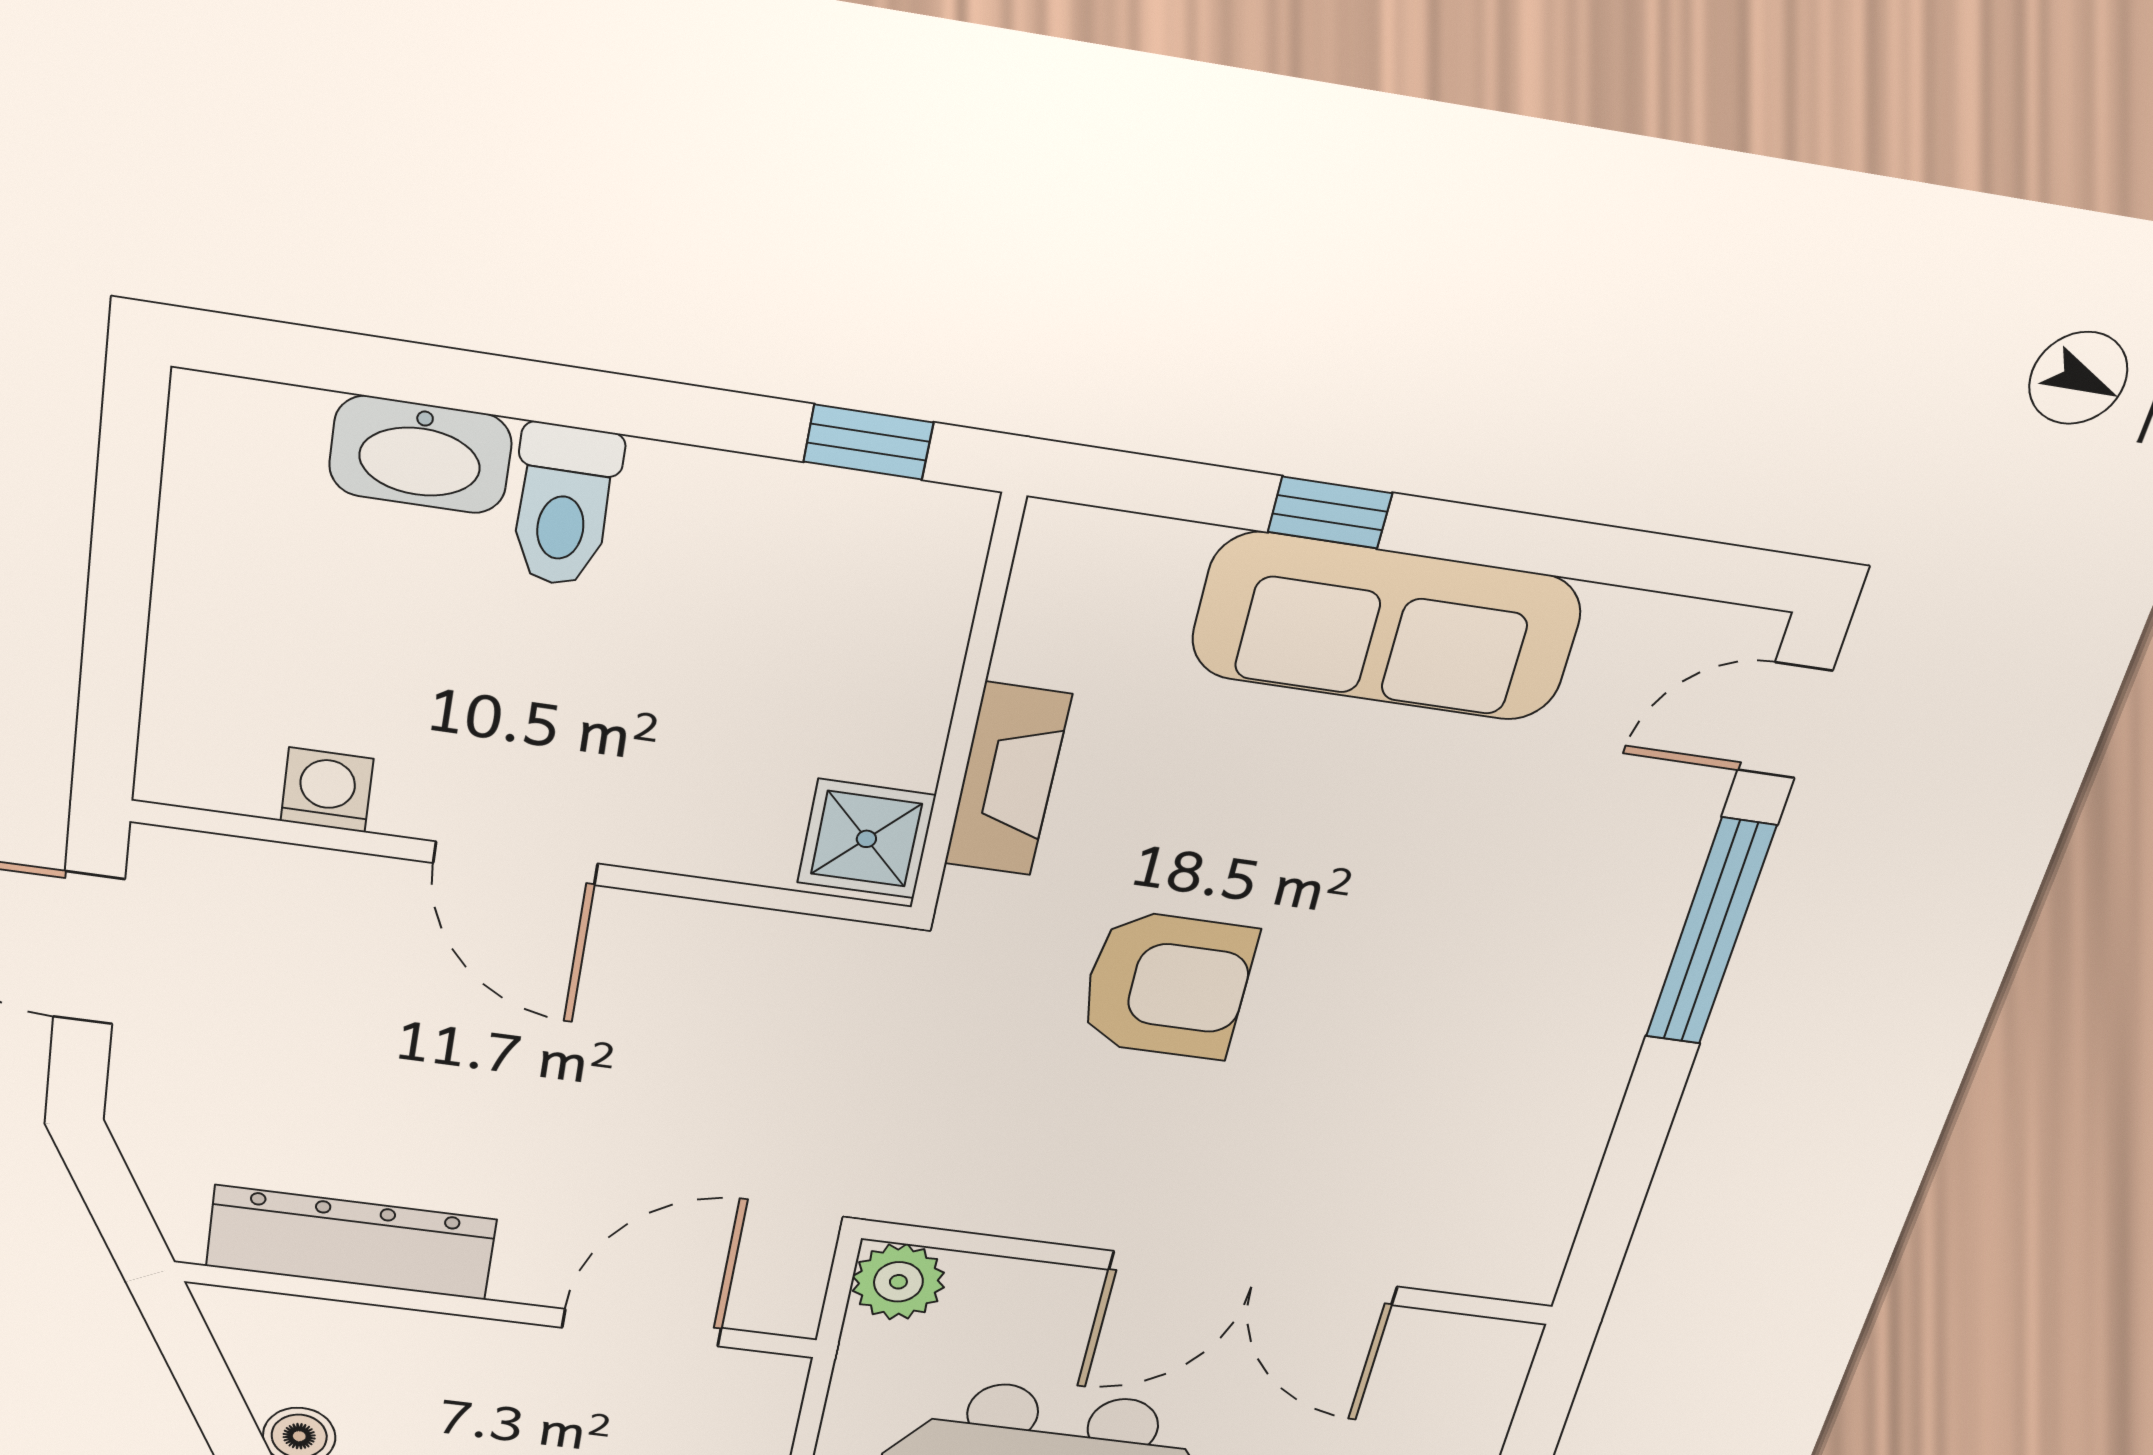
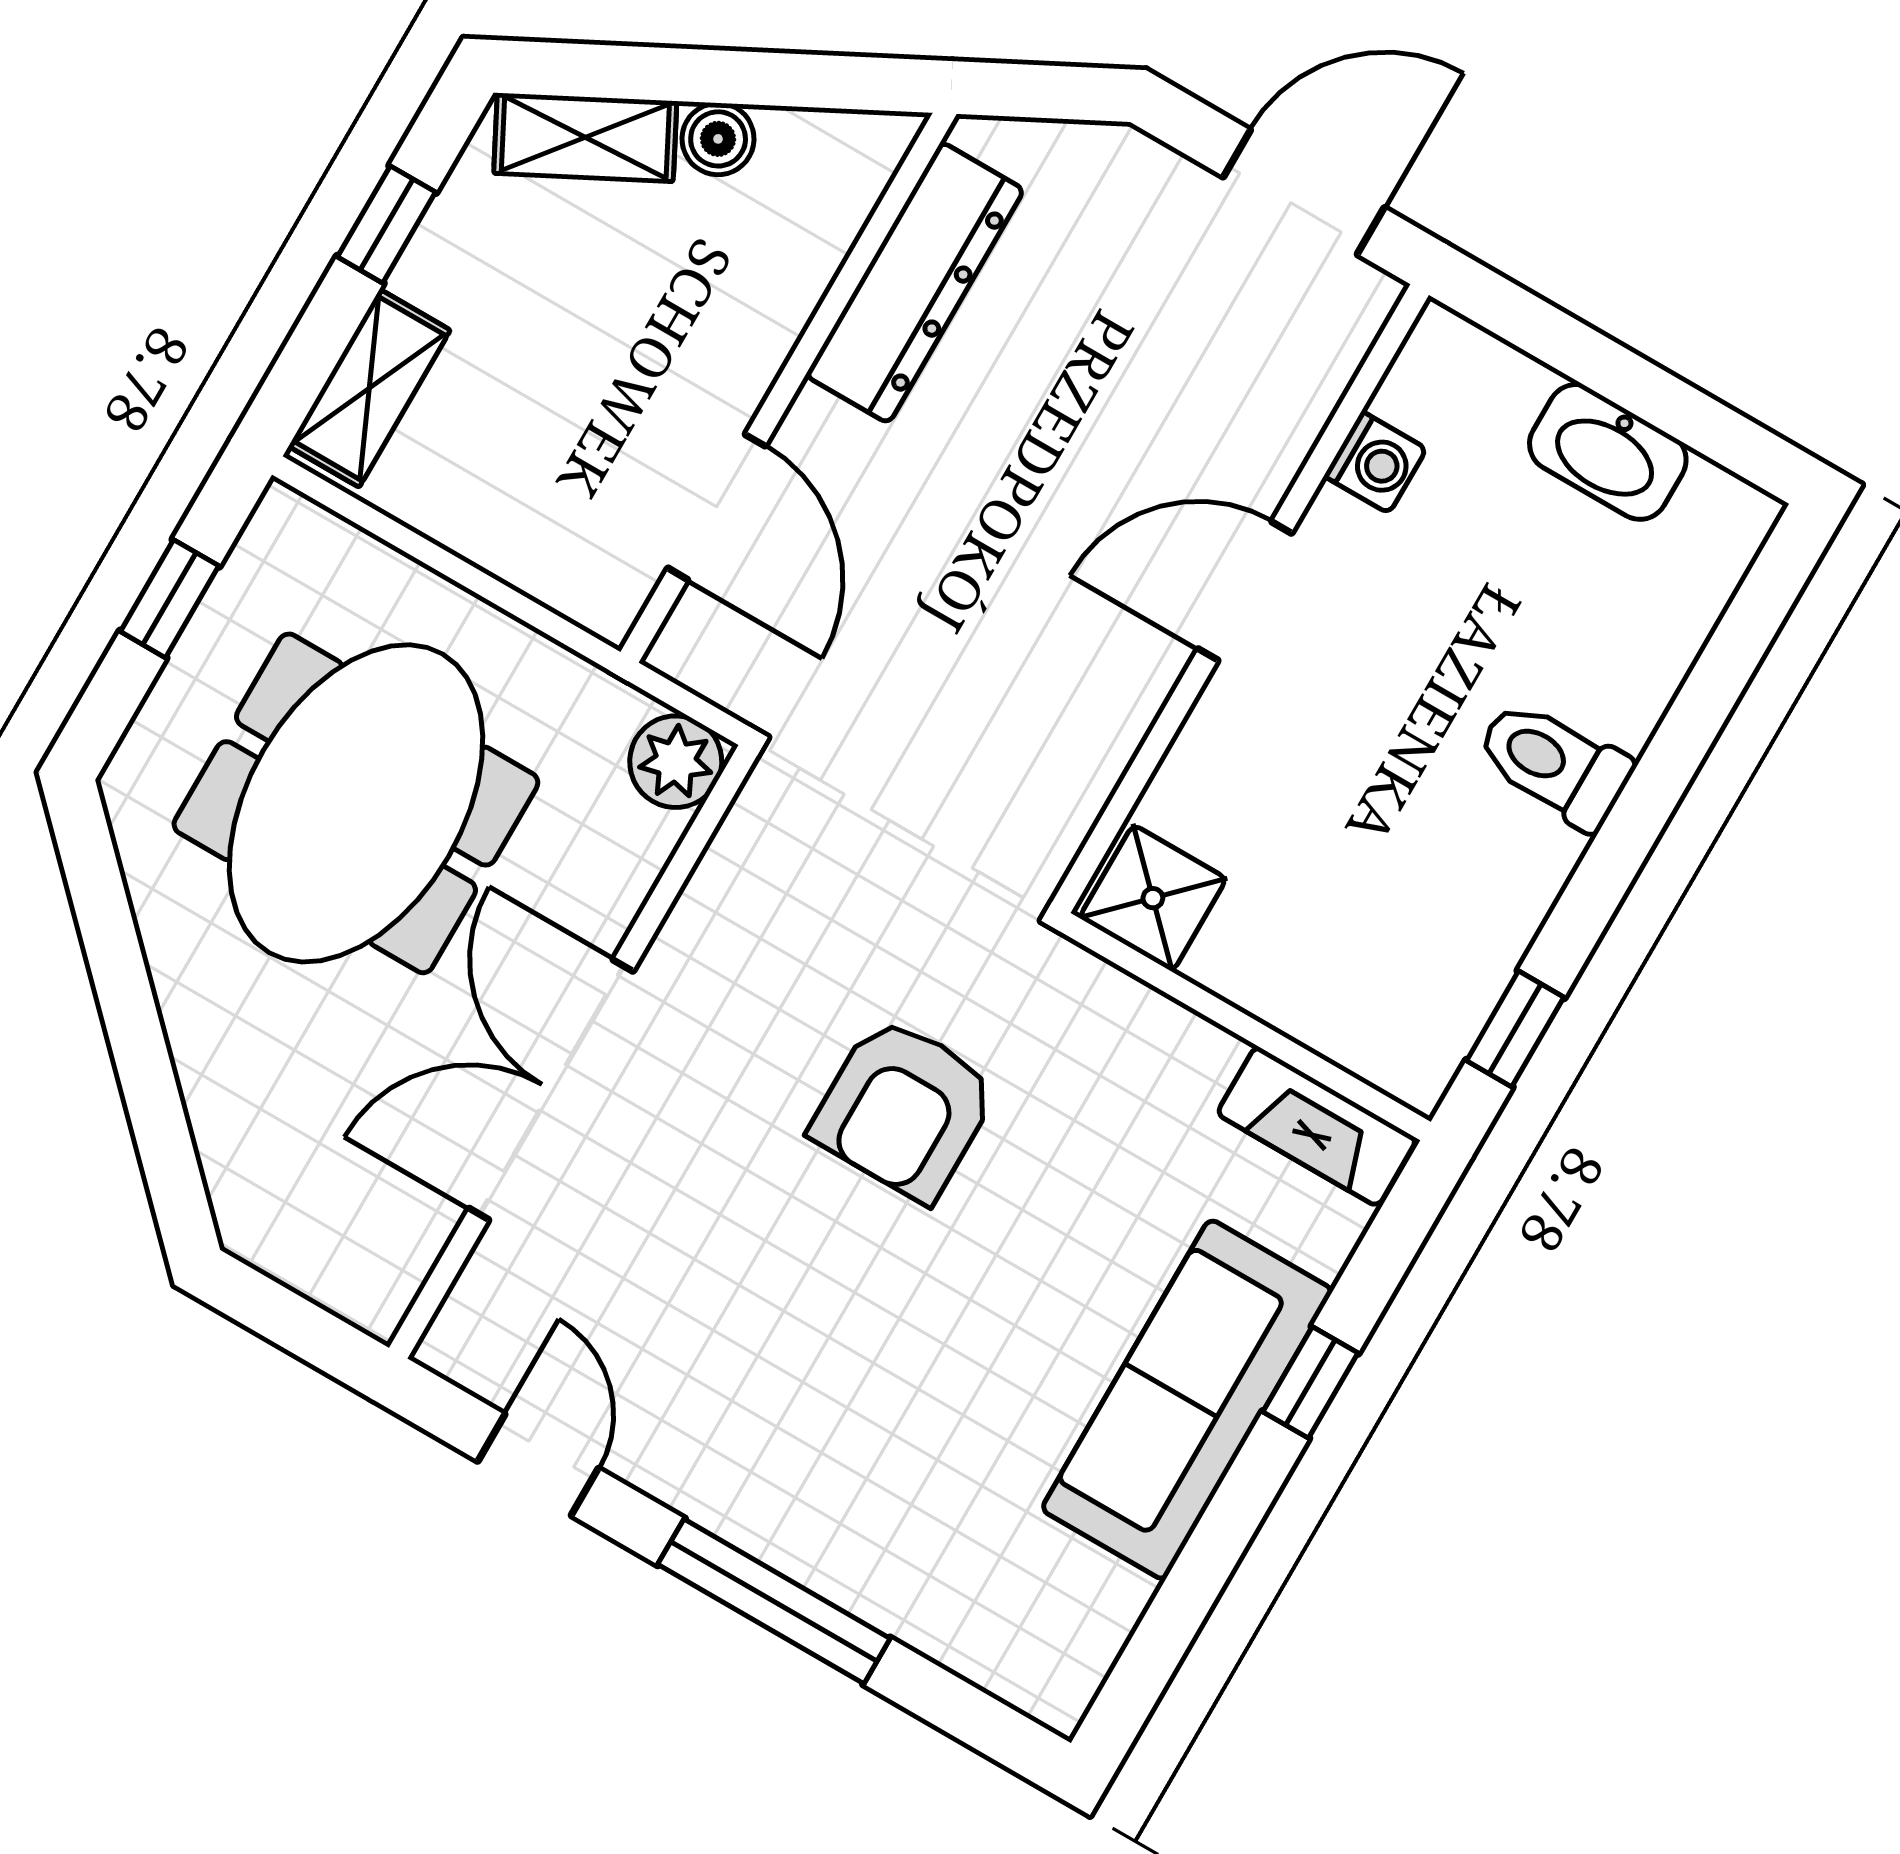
washbasin: (420, 455) -> (1608, 452), moved, turned -90
door: (1785, 720) -> (538, 1465), moved
fireplace: (1008, 779) -> (1317, 1126), moved

